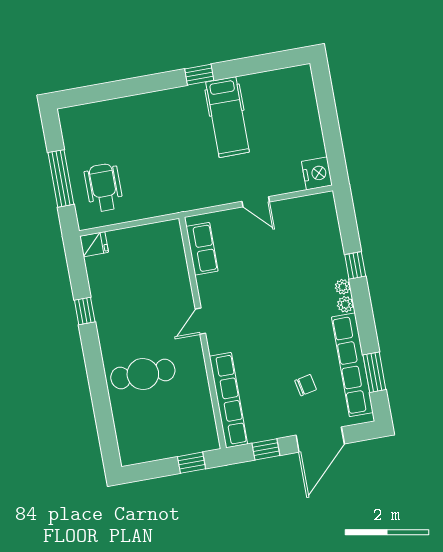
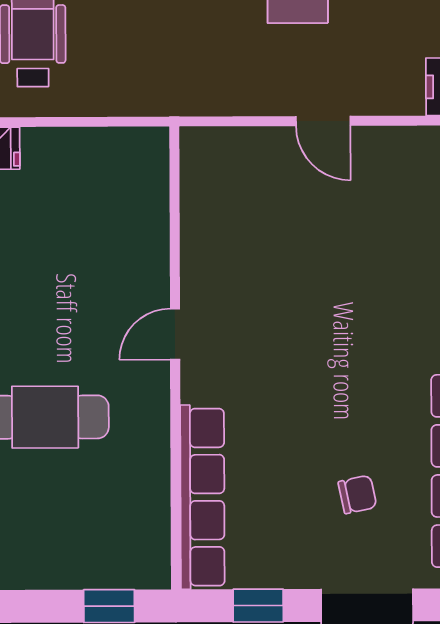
row of seats: (202, 249) -> (203, 194), removed

